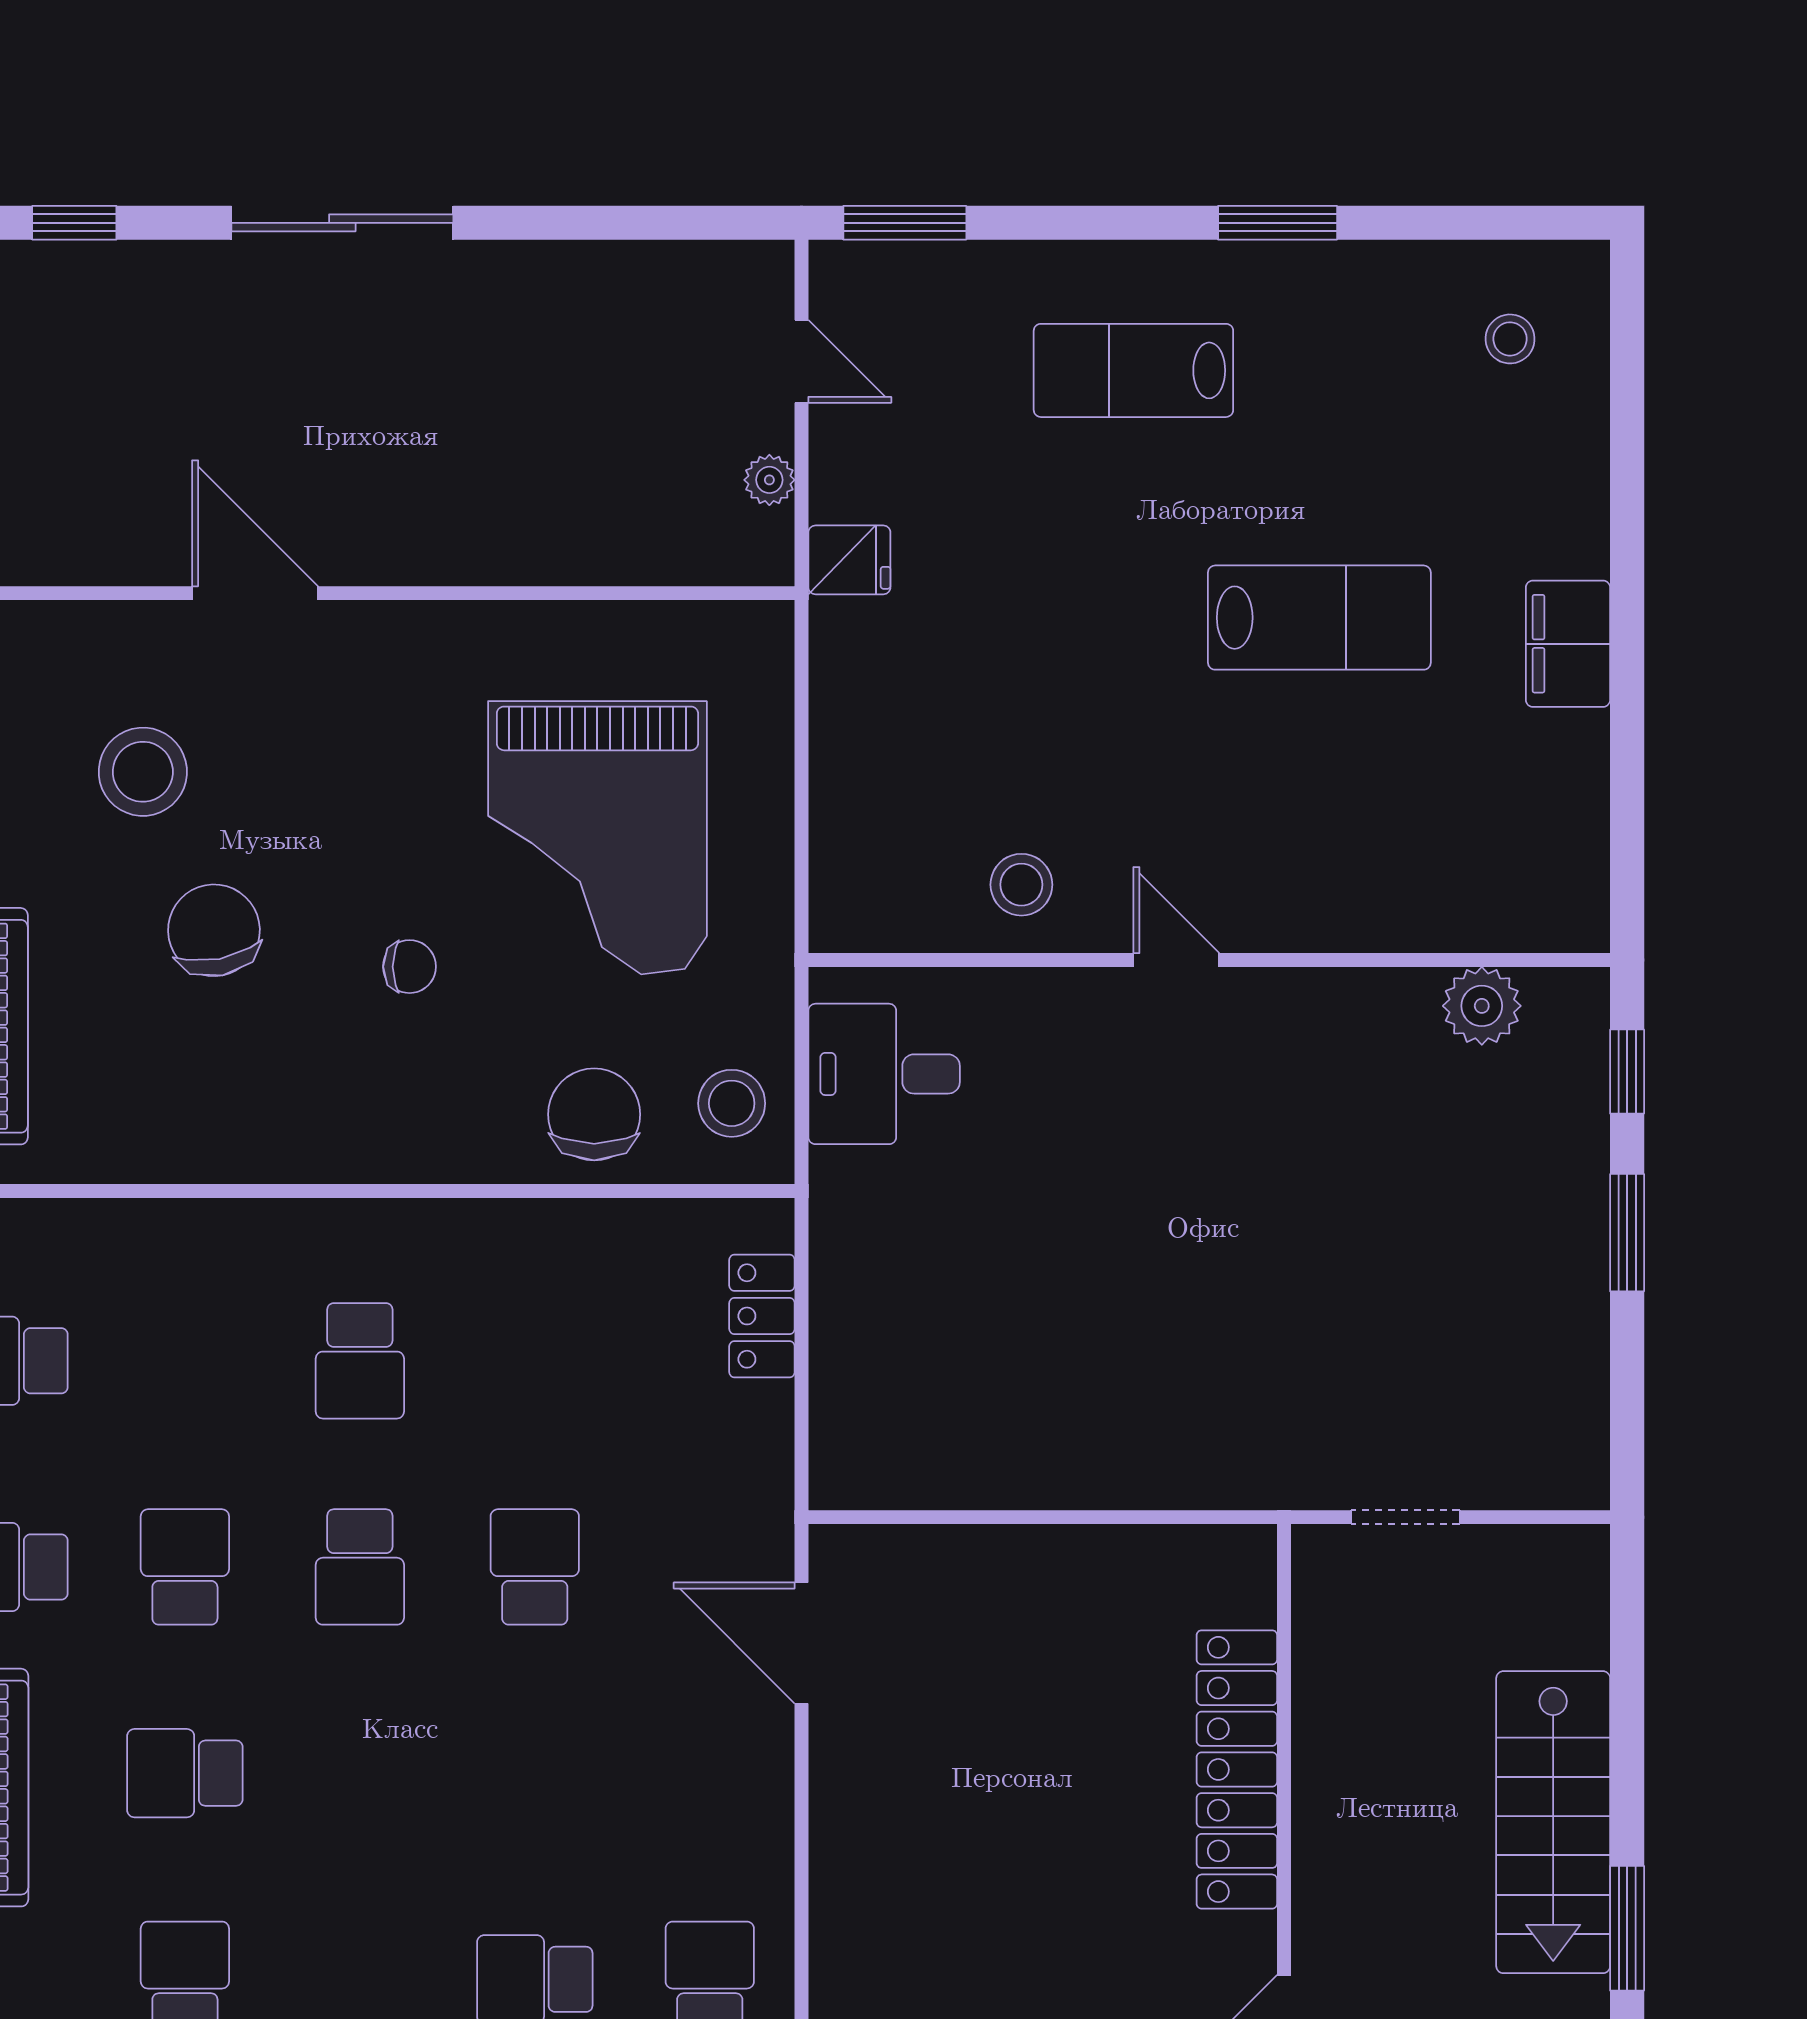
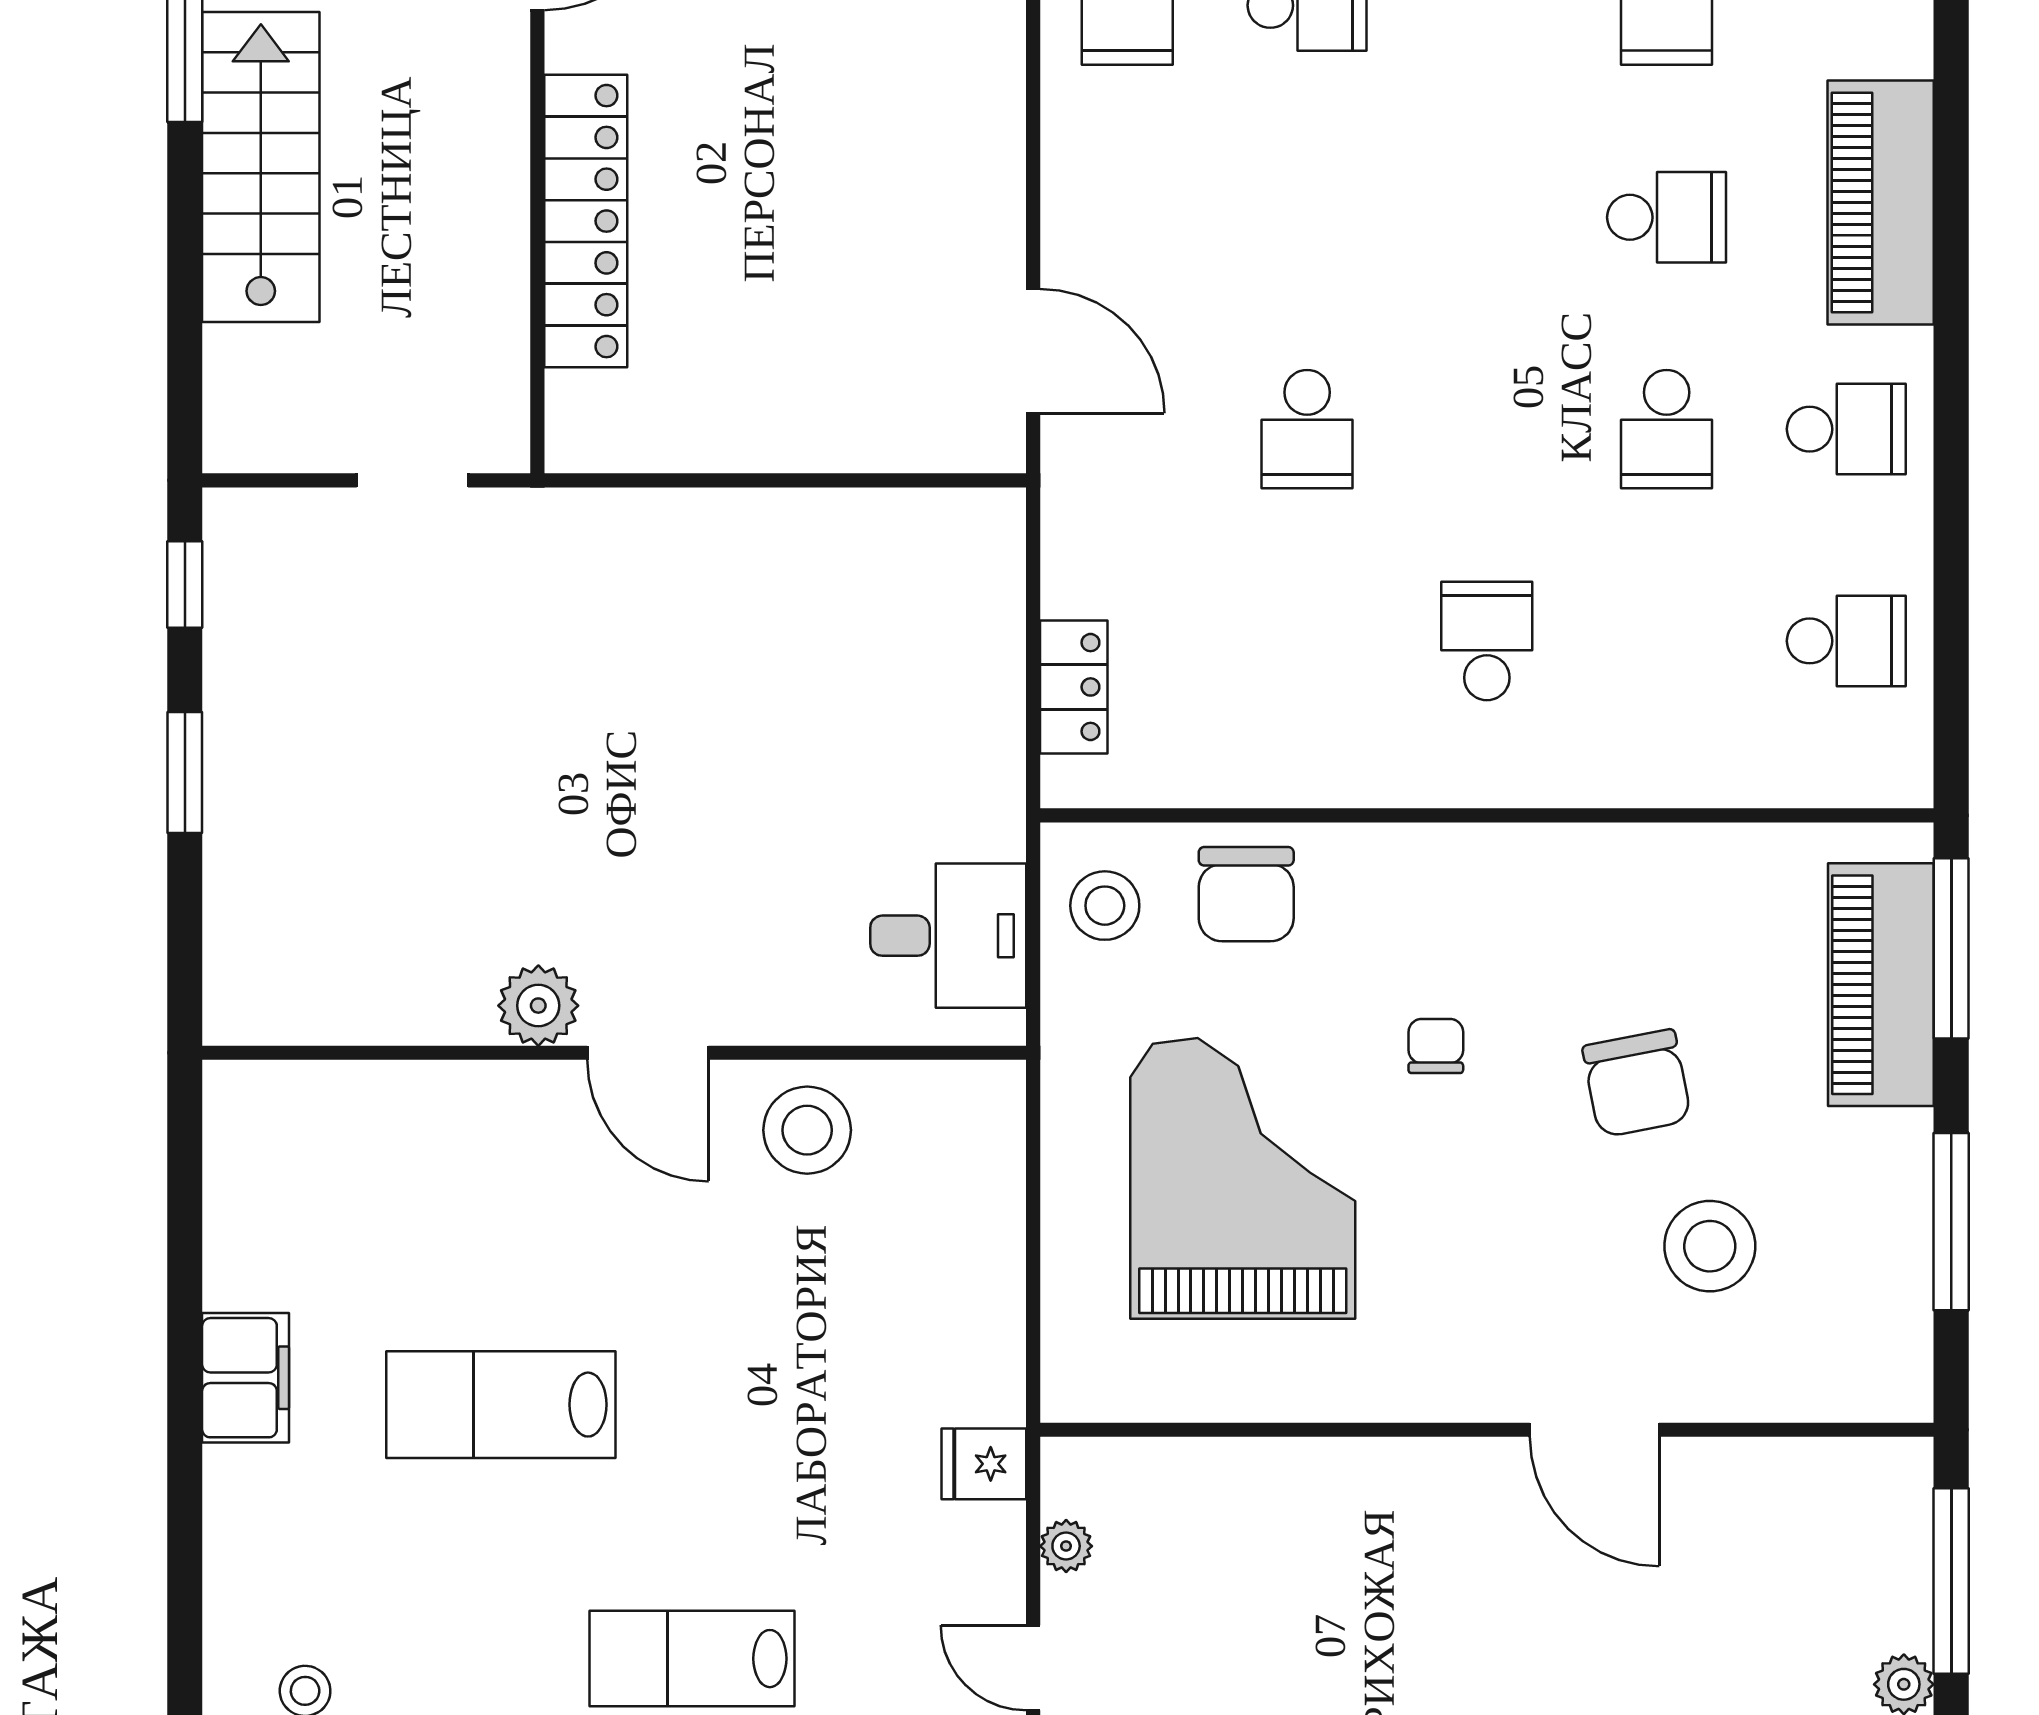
lab bench: (1133, 370) -> (692, 1659), turned 180
stool: (1021, 885) -> (807, 1130), width x1.38, depth x1.38
door: (1176, 960) -> (648, 1053), width x1.38
chair: (410, 967) -> (1436, 1046), turned 90
plant: (1482, 1006) -> (538, 1006), moved
window: (1627, 1072) -> (185, 584), moved
school desk: (360, 1567) -> (1487, 429), removed

